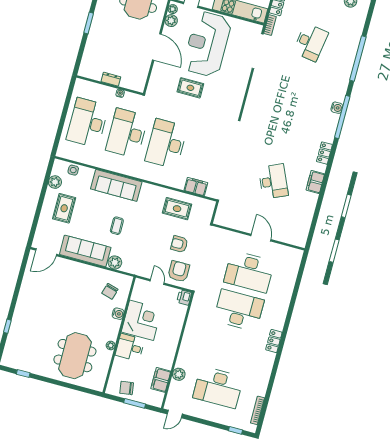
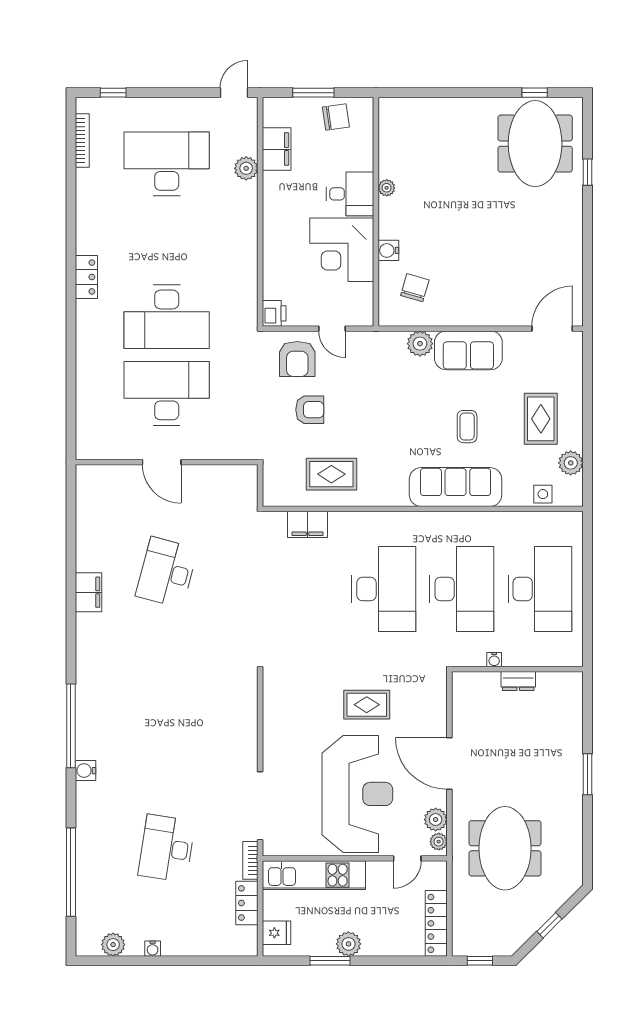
window: (358, 59) -> (71, 872), moved
water cooler: (337, 108) -> (86, 771), moved
locker: (324, 153) -> (86, 650), removed
desk: (273, 181) -> (167, 572), turned 39
coffee table: (117, 226) -> (467, 427), moved
sofa: (85, 251) -> (468, 350), width x0.73
meeting table: (75, 356) -> (535, 144), moved

